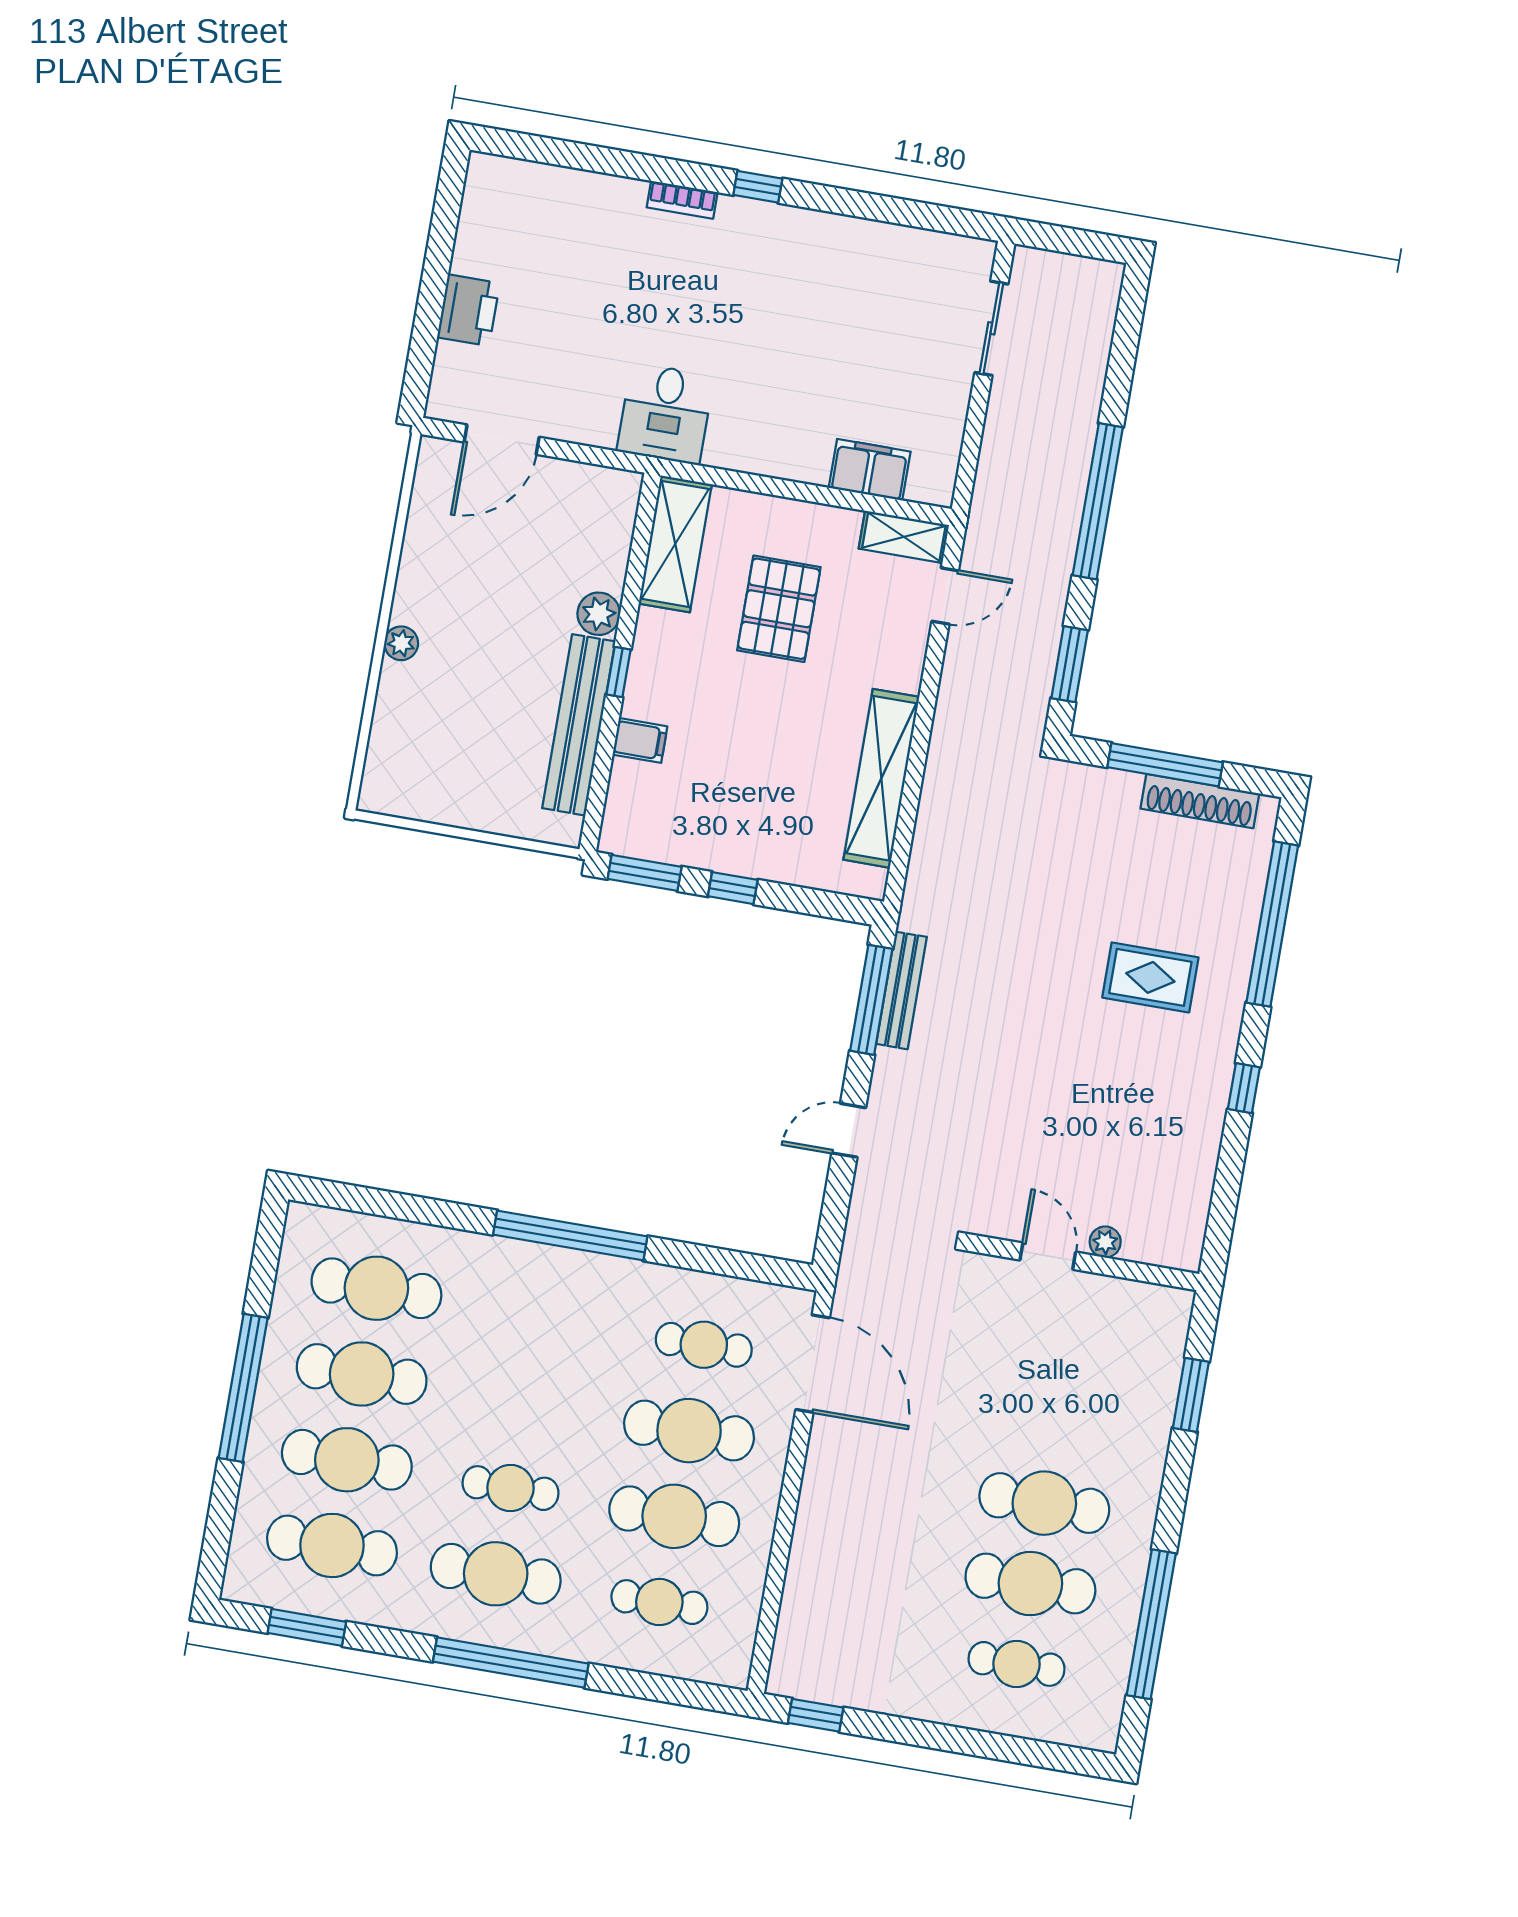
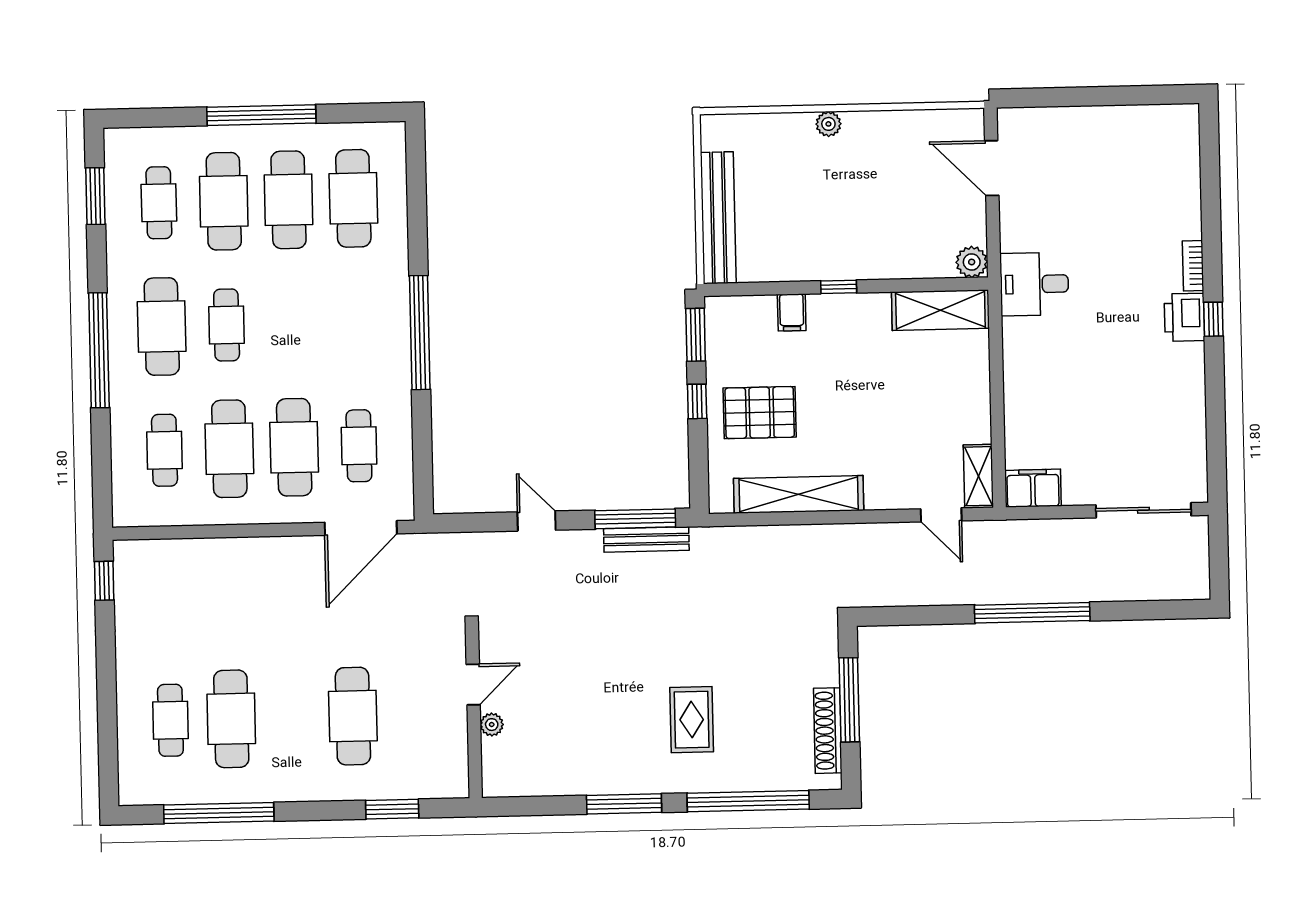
printer: (468, 310) -> (1184, 317), moved, turned 90
sliding door: (991, 328) -> (1143, 510), width x1.37
filing cabinet: (870, 470) -> (1033, 488), moved, turned -90
pallet: (779, 609) -> (760, 413), moved
plant: (599, 614) -> (972, 262), moved
window: (1070, 664) -> (909, 616), removed
bench: (579, 725) -> (718, 218), moved, turned 90
window: (1244, 1088) -> (624, 804), width x2.17
cafe table: (1044, 1503) -> (353, 716), moved
cafe table: (332, 1545) -> (159, 203), width x0.73, depth x0.74

